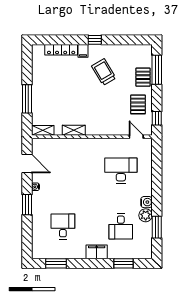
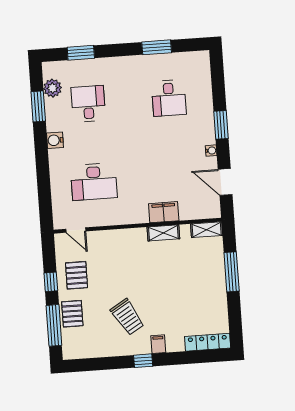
locker: (61, 50) -> (208, 342), moved
window: (157, 118) -> (51, 282), moved
plant: (146, 215) -> (53, 88), moved
filing cabinet: (97, 252) -> (164, 212), moved, turned 180
window: (56, 263) -> (157, 47), moved

